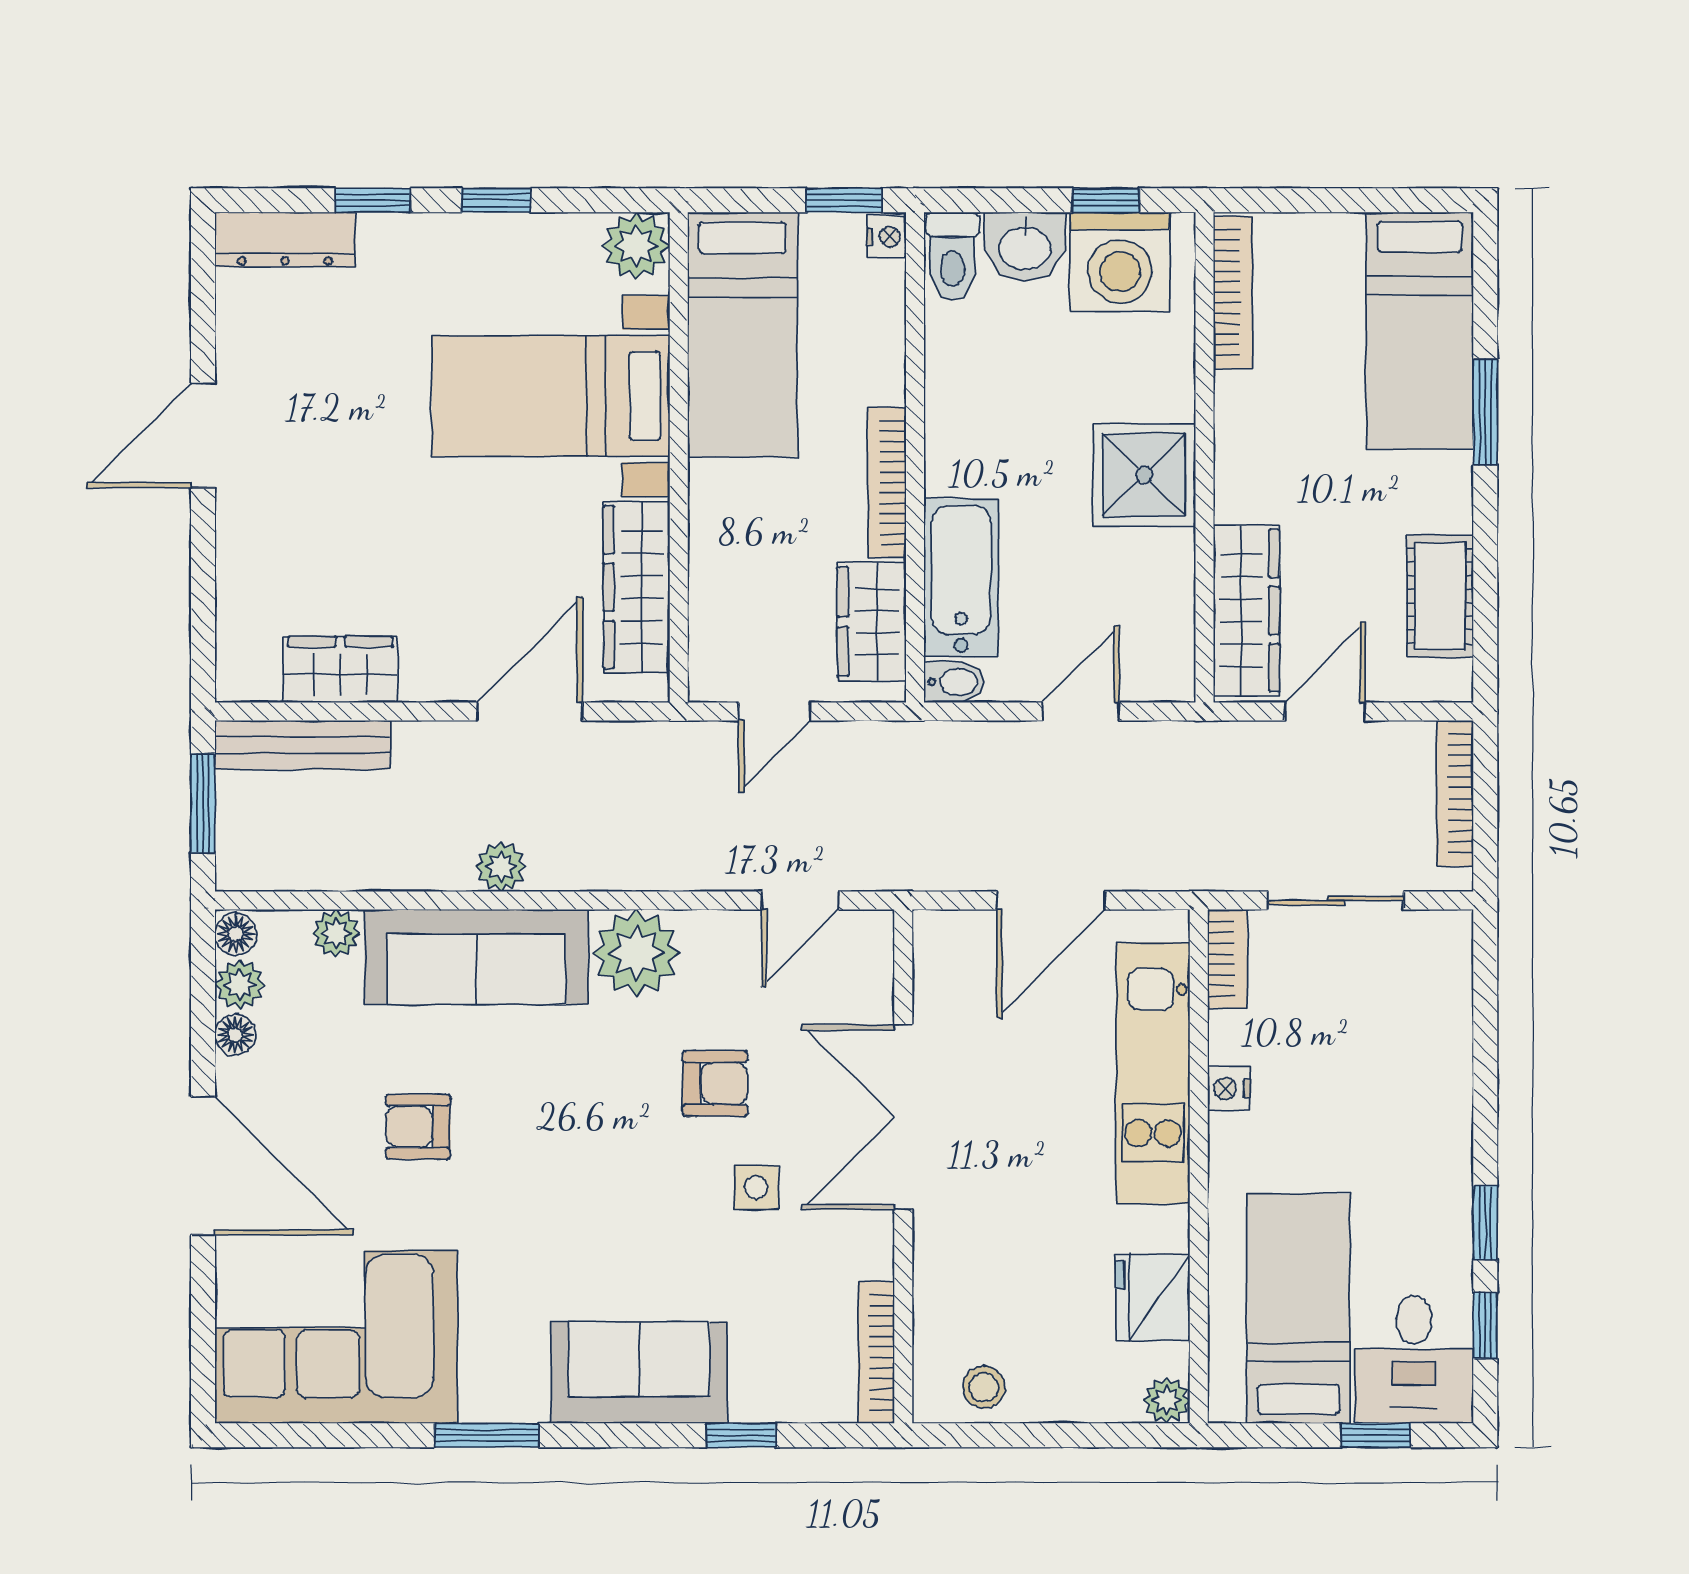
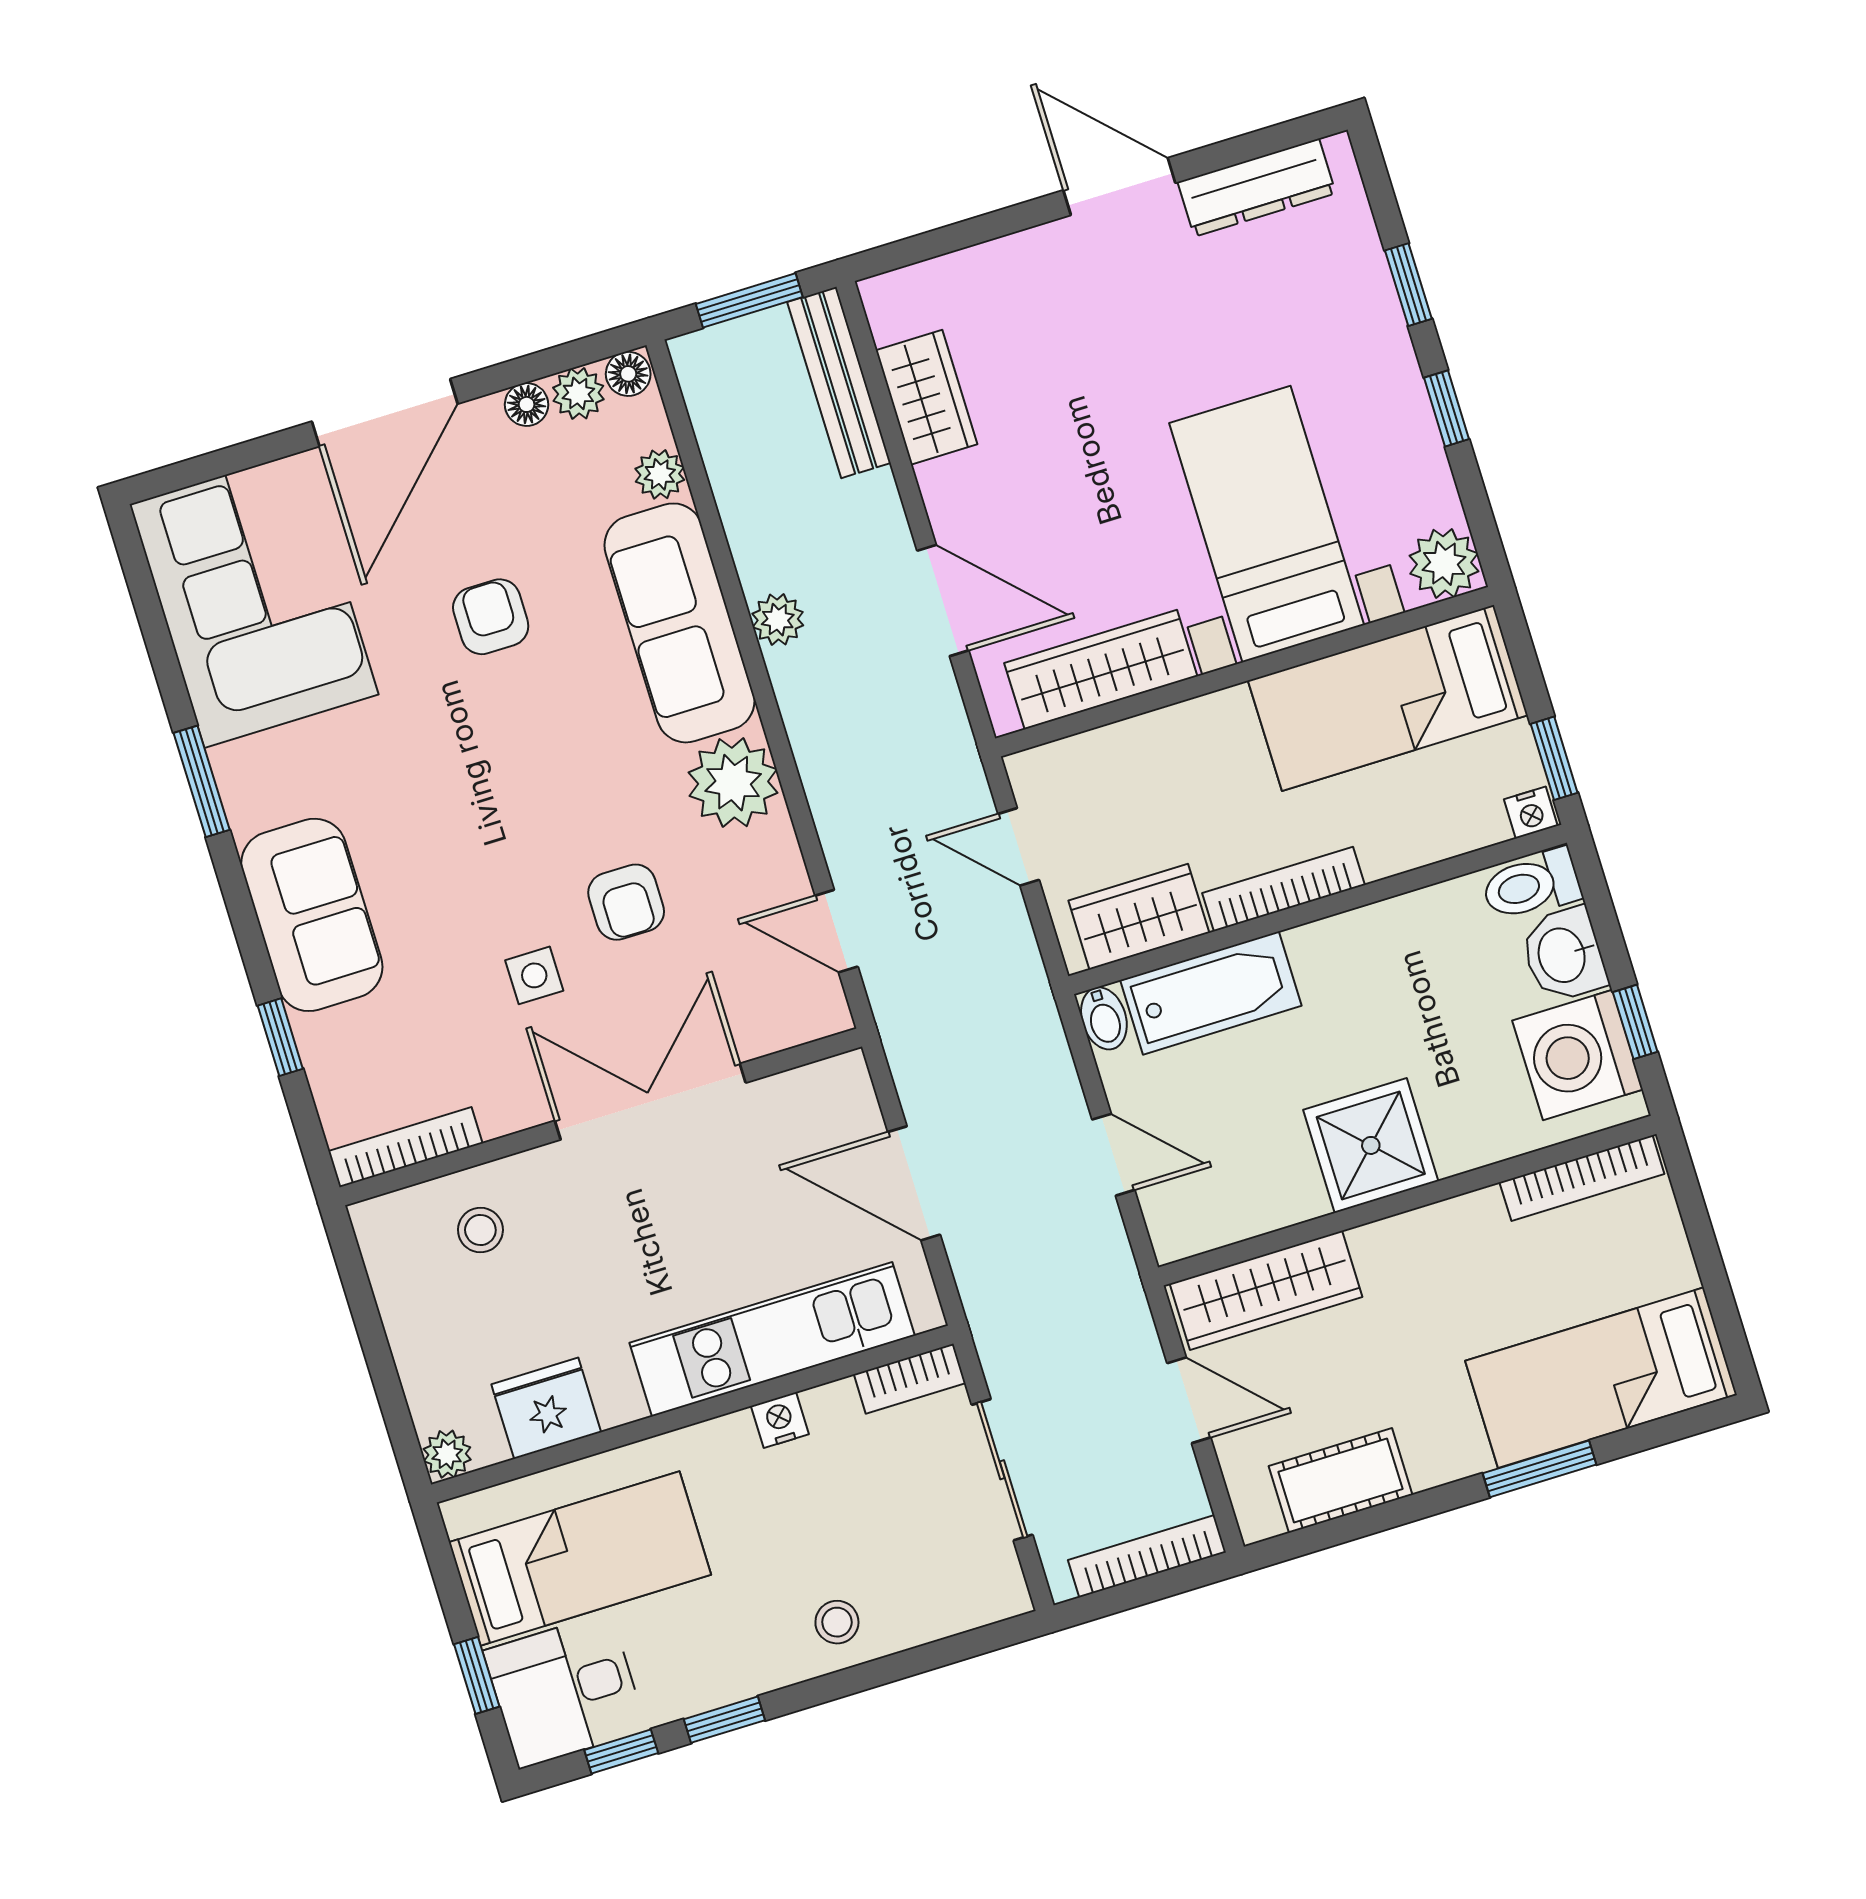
dresser: (285, 240) -> (1257, 188), moved, turned -90
stool: (1428, 1093) -> (837, 1622), added
stool: (984, 1387) -> (480, 1230), moved

